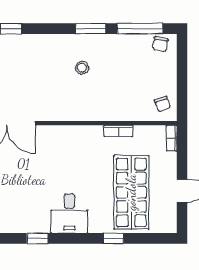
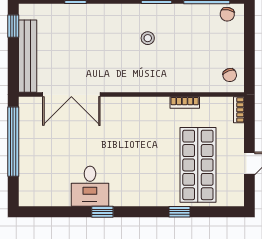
desk: (69, 213) -> (90, 186), moved

